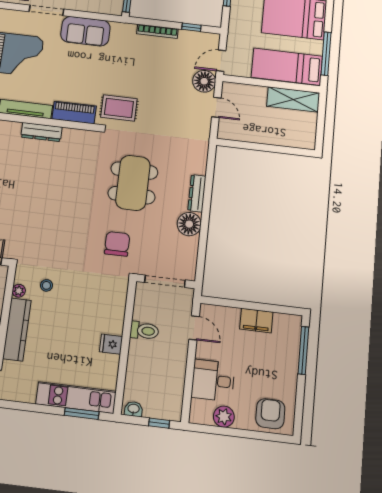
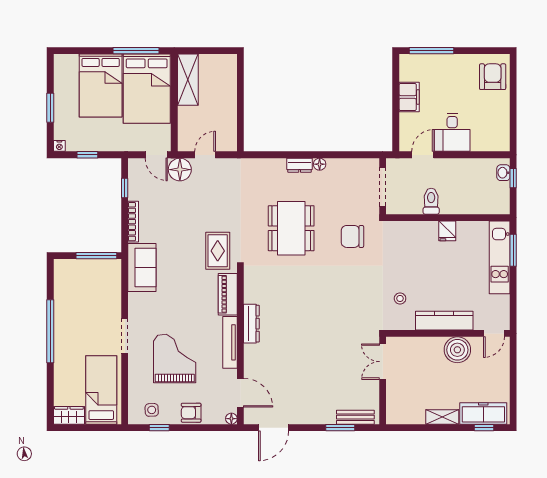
sofa: (85, 31) -> (142, 268), moved
bed: (287, 67) -> (147, 89), width x1.50
dining table: (133, 183) -> (291, 228), turned 90
dresser: (197, 193) -> (300, 165), width x0.70
floor lamp: (189, 224) -> (320, 164), width x0.53, depth x0.53
plant: (19, 291) -> (408, 324), removed
desk: (213, 380) -> (452, 132), moved
washbasin: (134, 409) -> (503, 173), moved
armchair: (270, 414) -> (493, 77), turned 90
plant: (224, 417) -> (500, 119), removed

